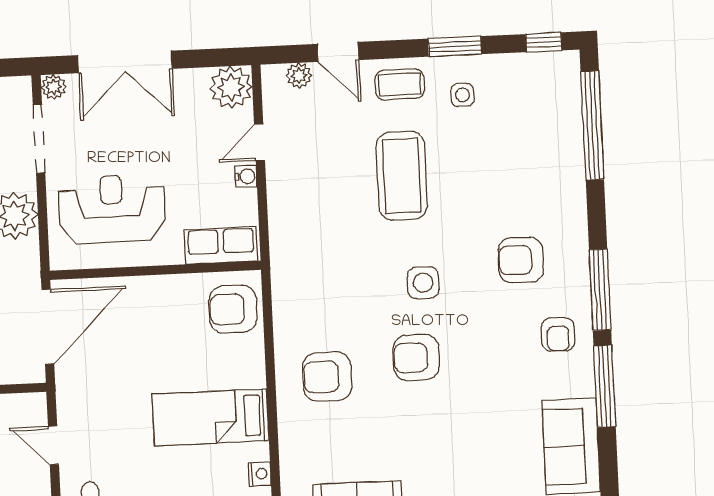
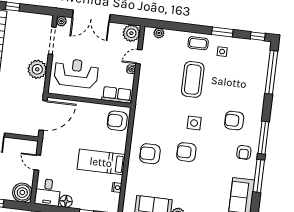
door: (338, 52) -> (176, 26), removed

